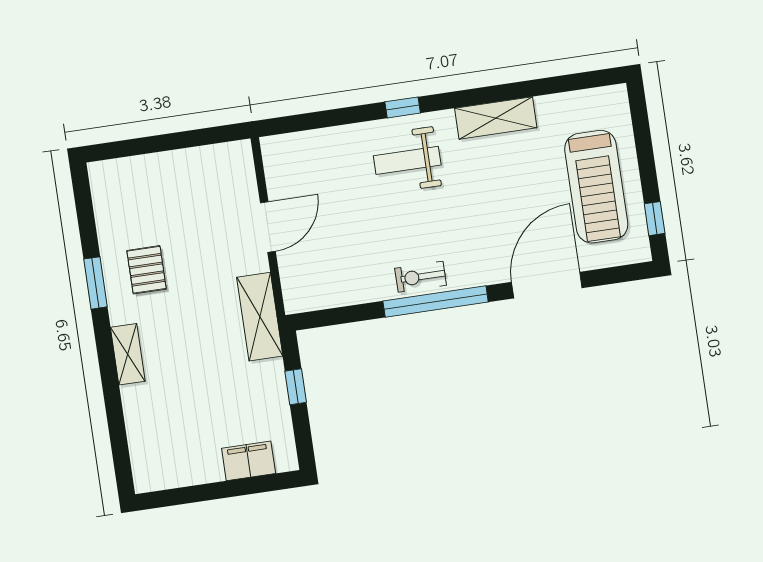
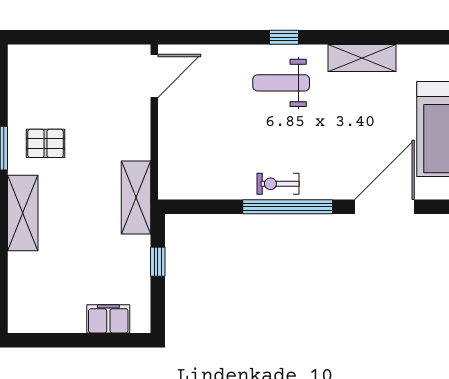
door: (268, 227) -> (154, 76), moved
pallet: (147, 270) -> (45, 143), turned 90
shelving: (128, 354) -> (23, 213), width x1.50, depth x1.33

